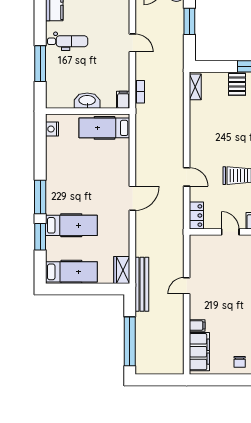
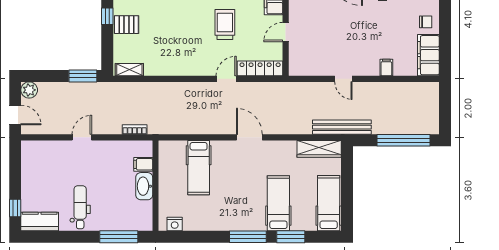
window: (189, 21) -> (83, 76), moved
window: (40, 64) -> (119, 237), moved
filing cabinet: (123, 100) -> (143, 164), moved
hospital bed: (104, 128) -> (199, 168), moved
locker: (196, 216) -> (260, 68), width x1.53
wardrobe: (122, 270) -> (319, 149), width x1.50
filing cabinet: (199, 352) -> (428, 55), moved, turned -90

